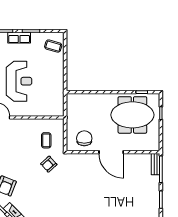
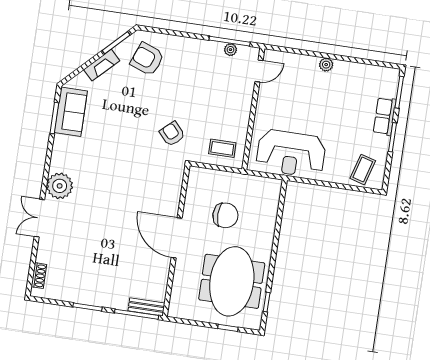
reception desk: (19, 81) -> (291, 153), moved
chair: (84, 138) -> (225, 215), moved
coffee table: (46, 140) -> (222, 148), moved
door: (111, 152) -> (177, 238), hinge flipped

